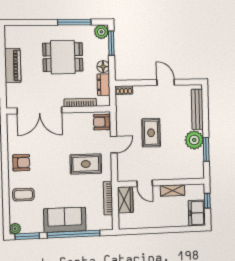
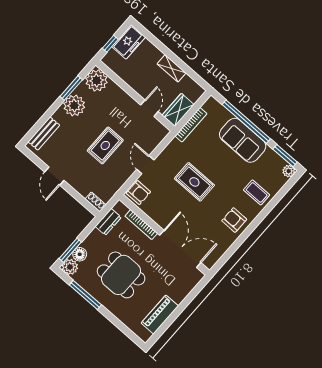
piano: (13, 66) -> (160, 315), moved
floor lamp: (103, 67) -> (80, 254), moved
bench: (197, 109) -> (44, 133), width x0.73
door: (114, 145) -> (145, 165), hinge flipped
rug: (86, 164) -> (194, 182), moved
plant: (195, 169) -> (97, 80), added
shelving: (173, 190) -> (172, 68), moved

